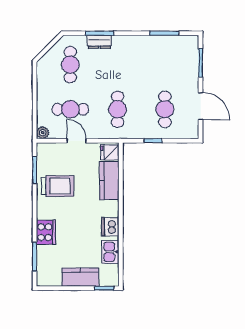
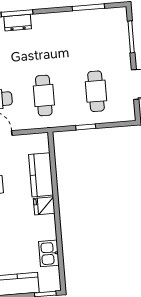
fridge: (110, 152) -> (44, 206), moved
dishwasher: (110, 227) -> (46, 226), removed

